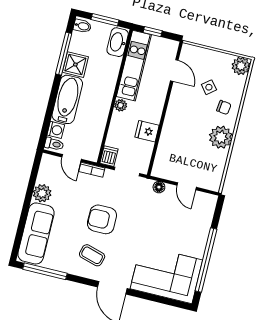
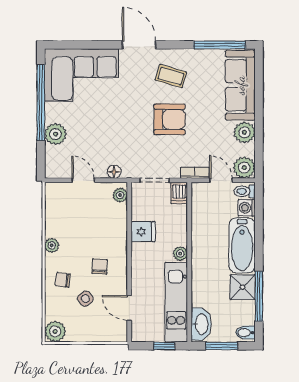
chair: (190, 111) -> (100, 266), added
plant: (221, 137) -> (52, 245), width x0.53, depth x0.53
plant: (50, 164) -> (244, 168), added
plant: (159, 166) -> (120, 195), added
plant: (200, 231) -> (55, 134), added

